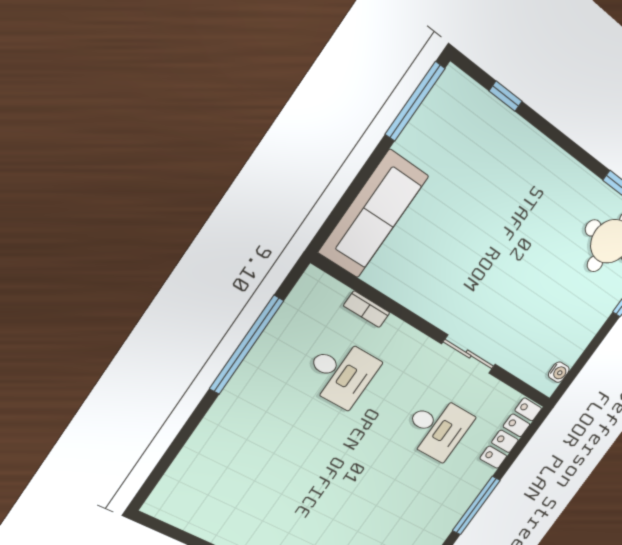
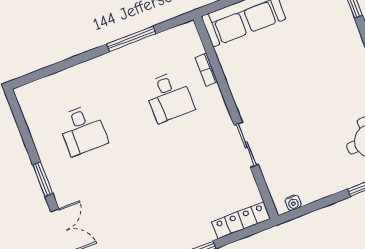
window: (246, 345) -> (131, 39), width x0.68
desk: (437, 428) -> (83, 130), moved

